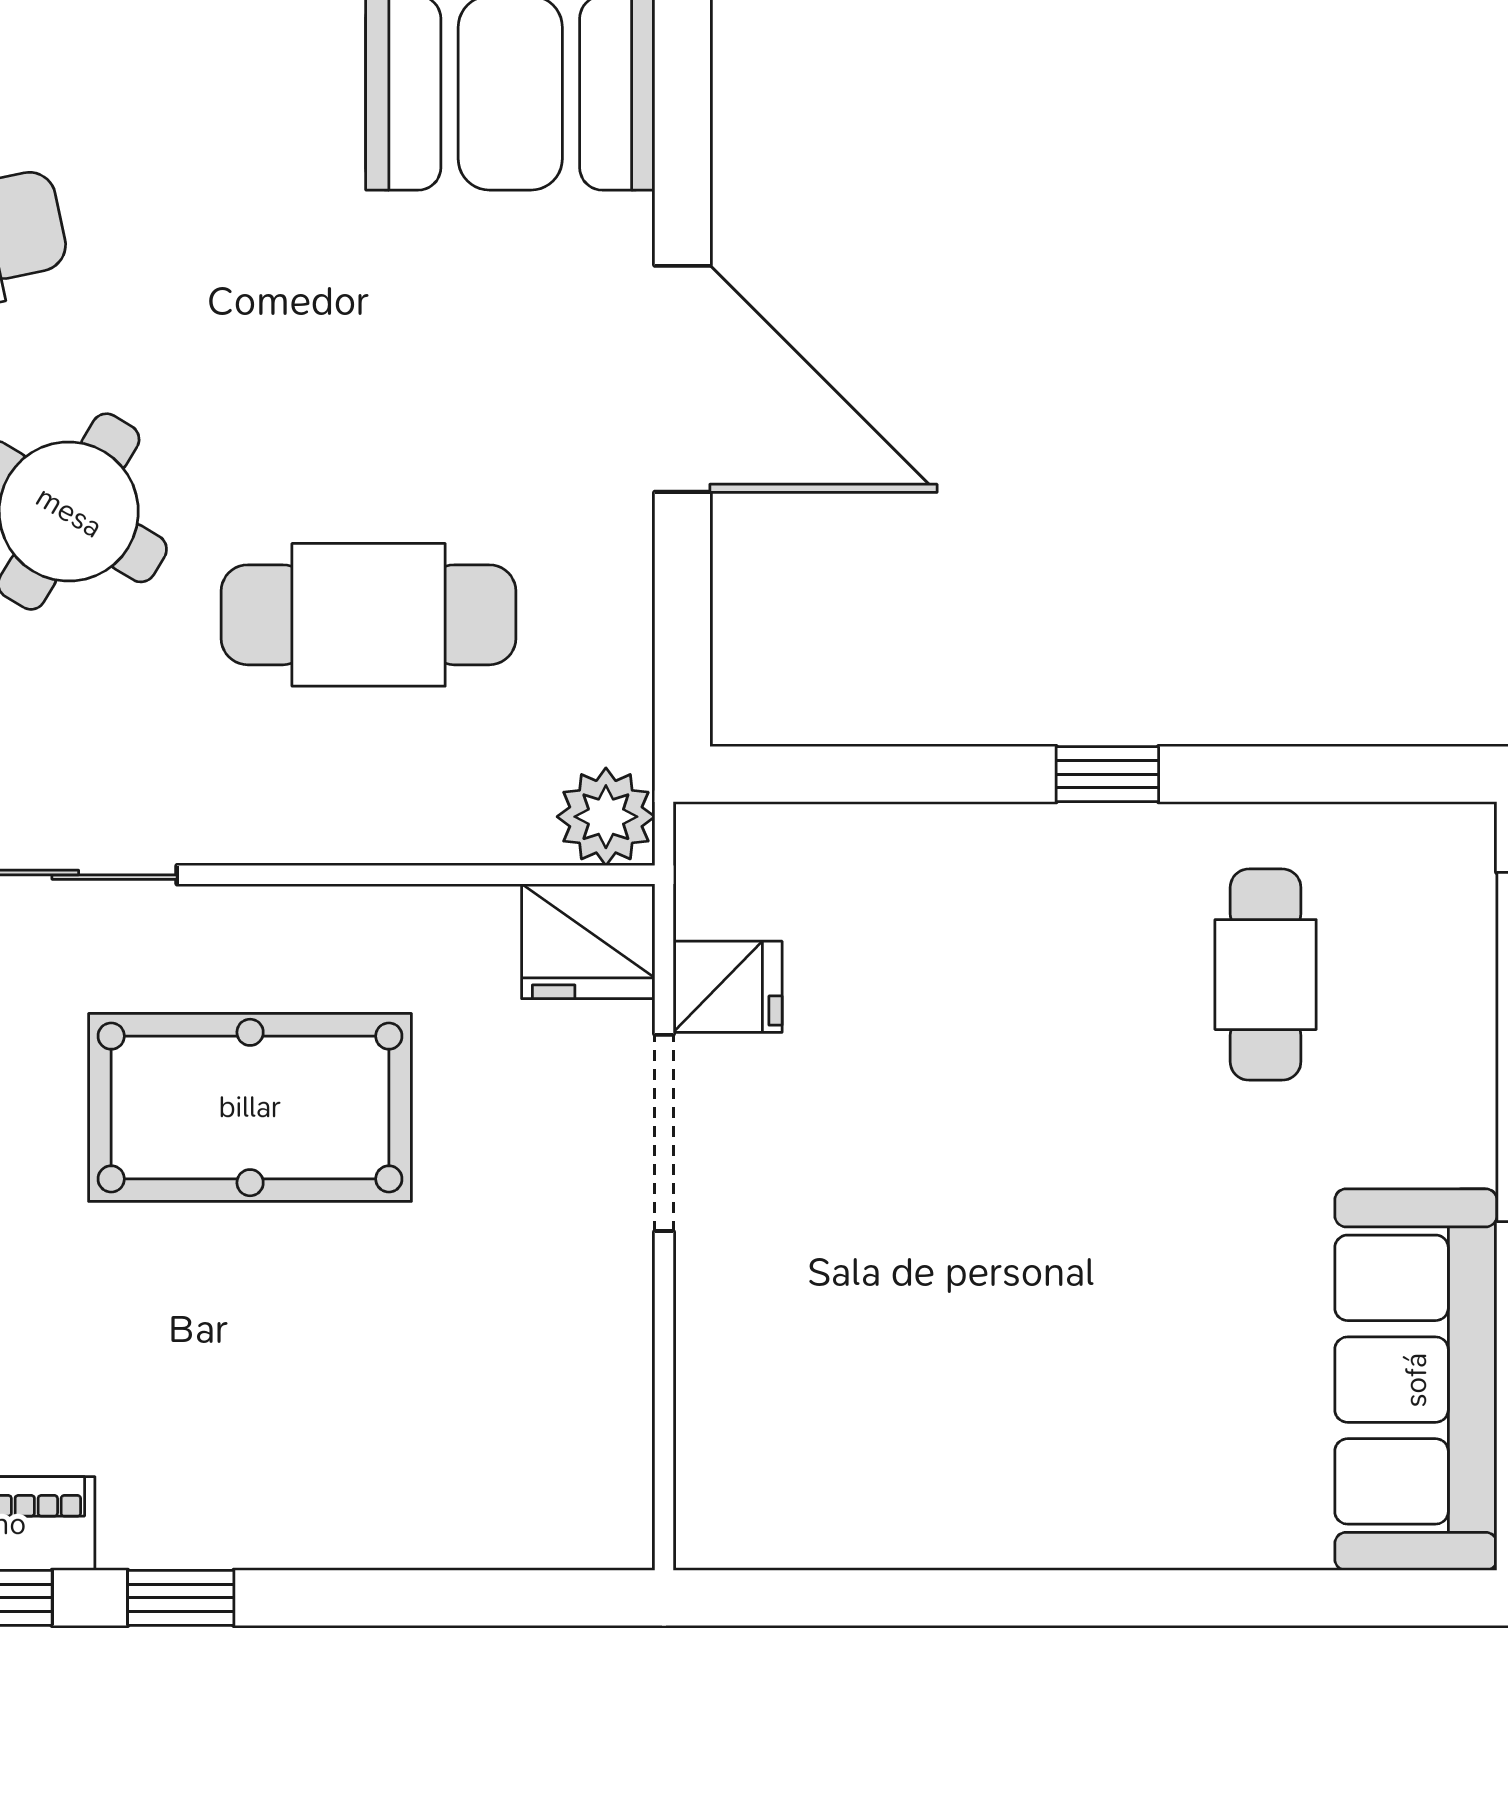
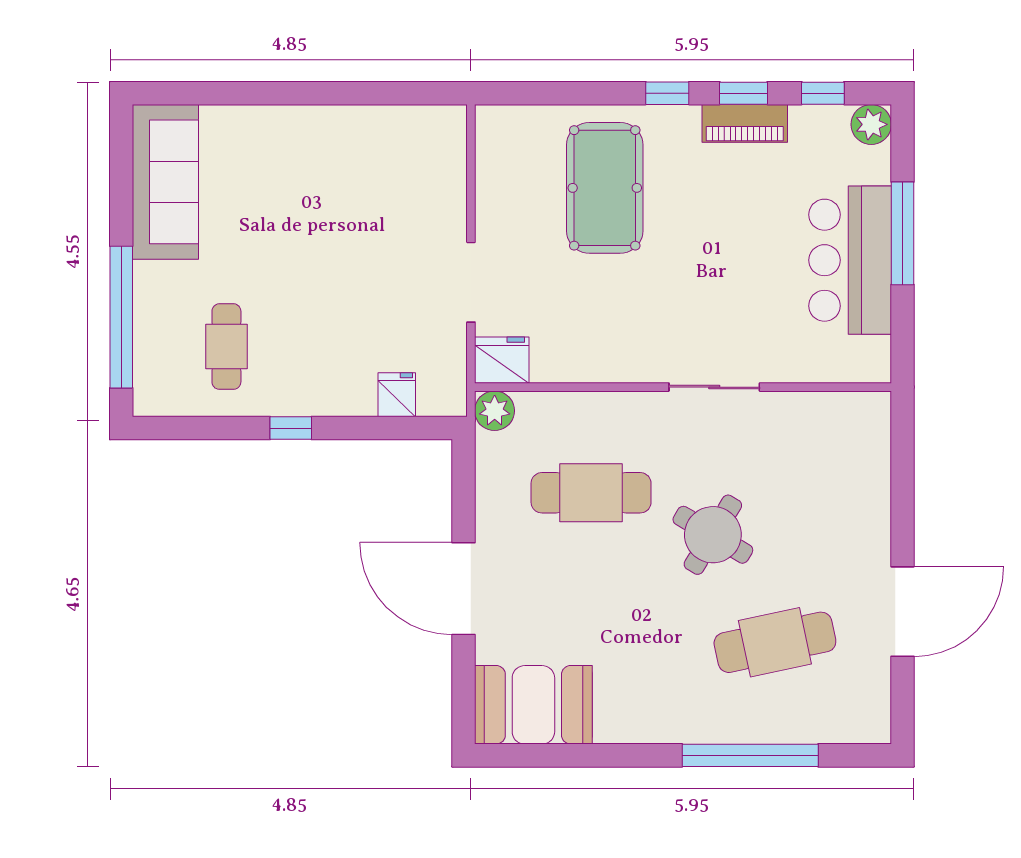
fridge: (728, 987) -> (397, 395), moved, turned 90
pool table: (250, 1107) -> (605, 188), moved, turned 90

